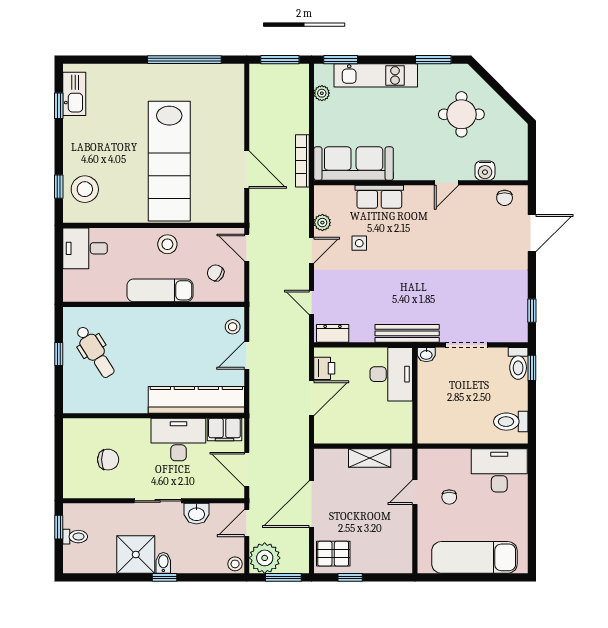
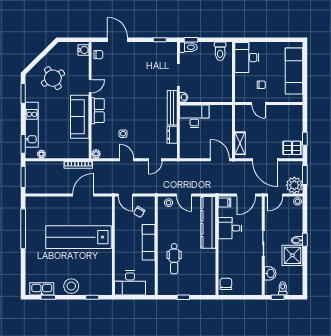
round table: (461, 114) -> (53, 78), turned -31
lab bench: (169, 161) -> (78, 237), turned 180
sofa: (354, 164) -> (80, 117), moved
water cooler: (485, 171) -> (84, 50), moved
door: (446, 183) -> (90, 86), hinge flipped
stool: (85, 189) -> (71, 286), moved
row of seats: (379, 197) -> (98, 111), moved
plant: (322, 223) -> (96, 154), moved
stool: (167, 244) -> (124, 238), removed
desk: (85, 248) -> (130, 283), width x1.37
door: (247, 248) -> (125, 195), hinge flipped
dresser: (333, 333) -> (172, 135), moved
dental chair: (95, 352) -> (174, 259), moved, turned 122
printer: (324, 368) -> (191, 153), removed
door: (312, 398) -> (220, 160), moved
filing cabinet: (224, 430) -> (224, 202), width x0.50
desk: (178, 440) -> (230, 228), width x0.73
shelving: (370, 458) -> (240, 143), moved
chair: (108, 460) -> (226, 284), moved
washbasin: (196, 514) -> (270, 273), moved
door: (247, 523) -> (275, 195), hinge flipped
pallet: (333, 554) -> (292, 148), turned 90

